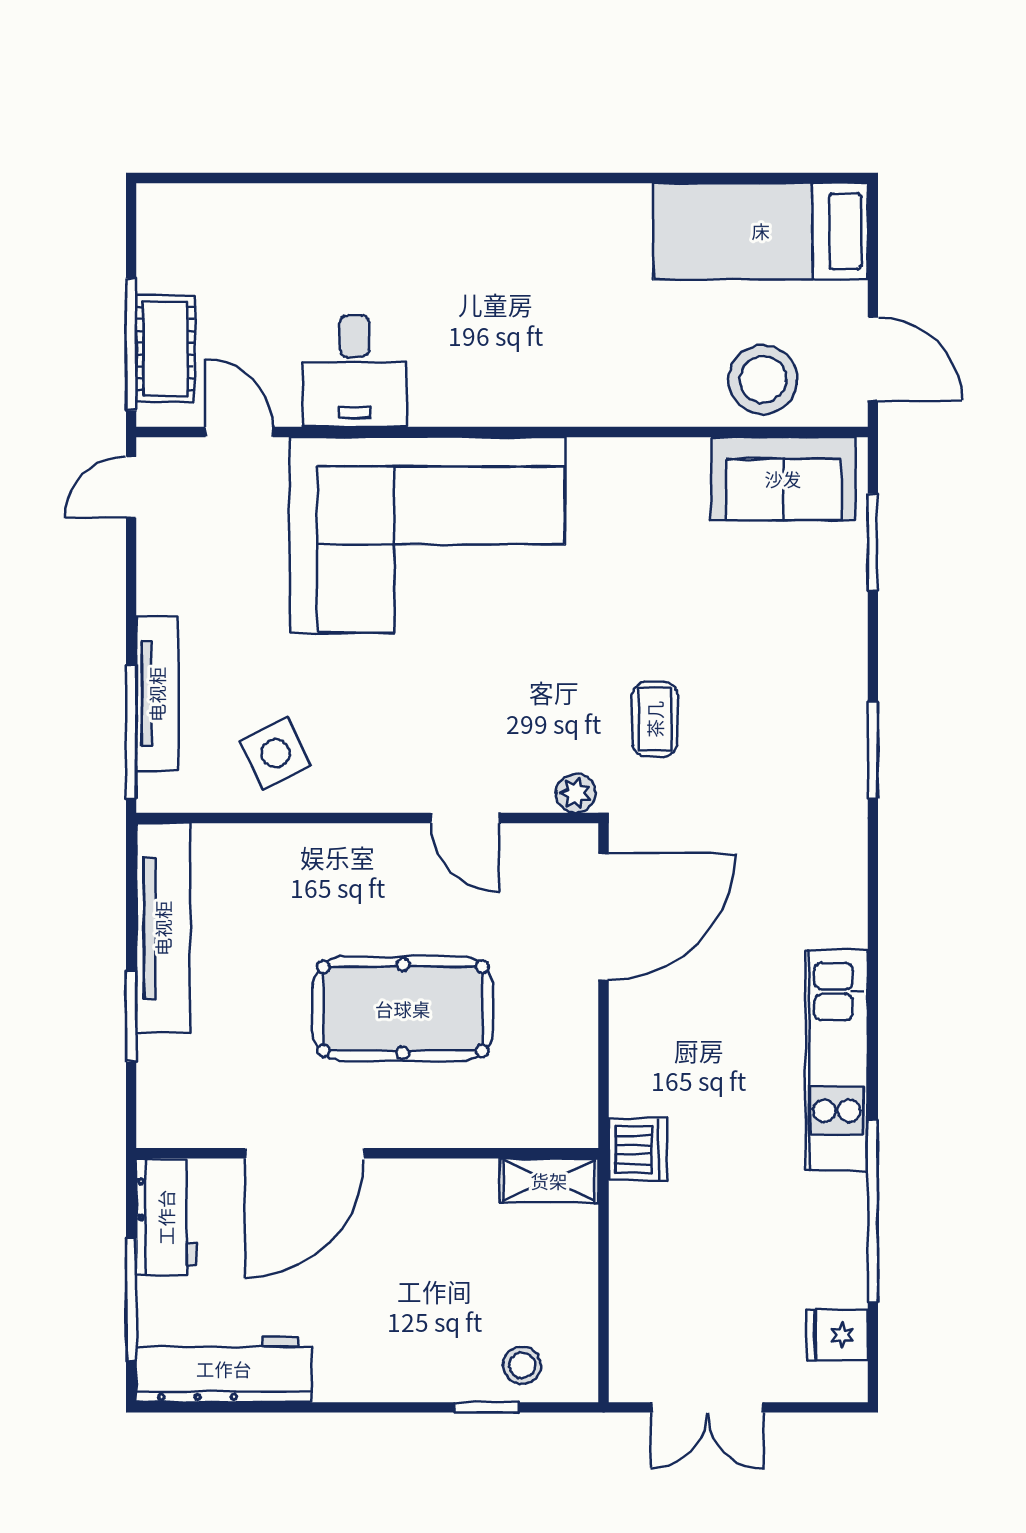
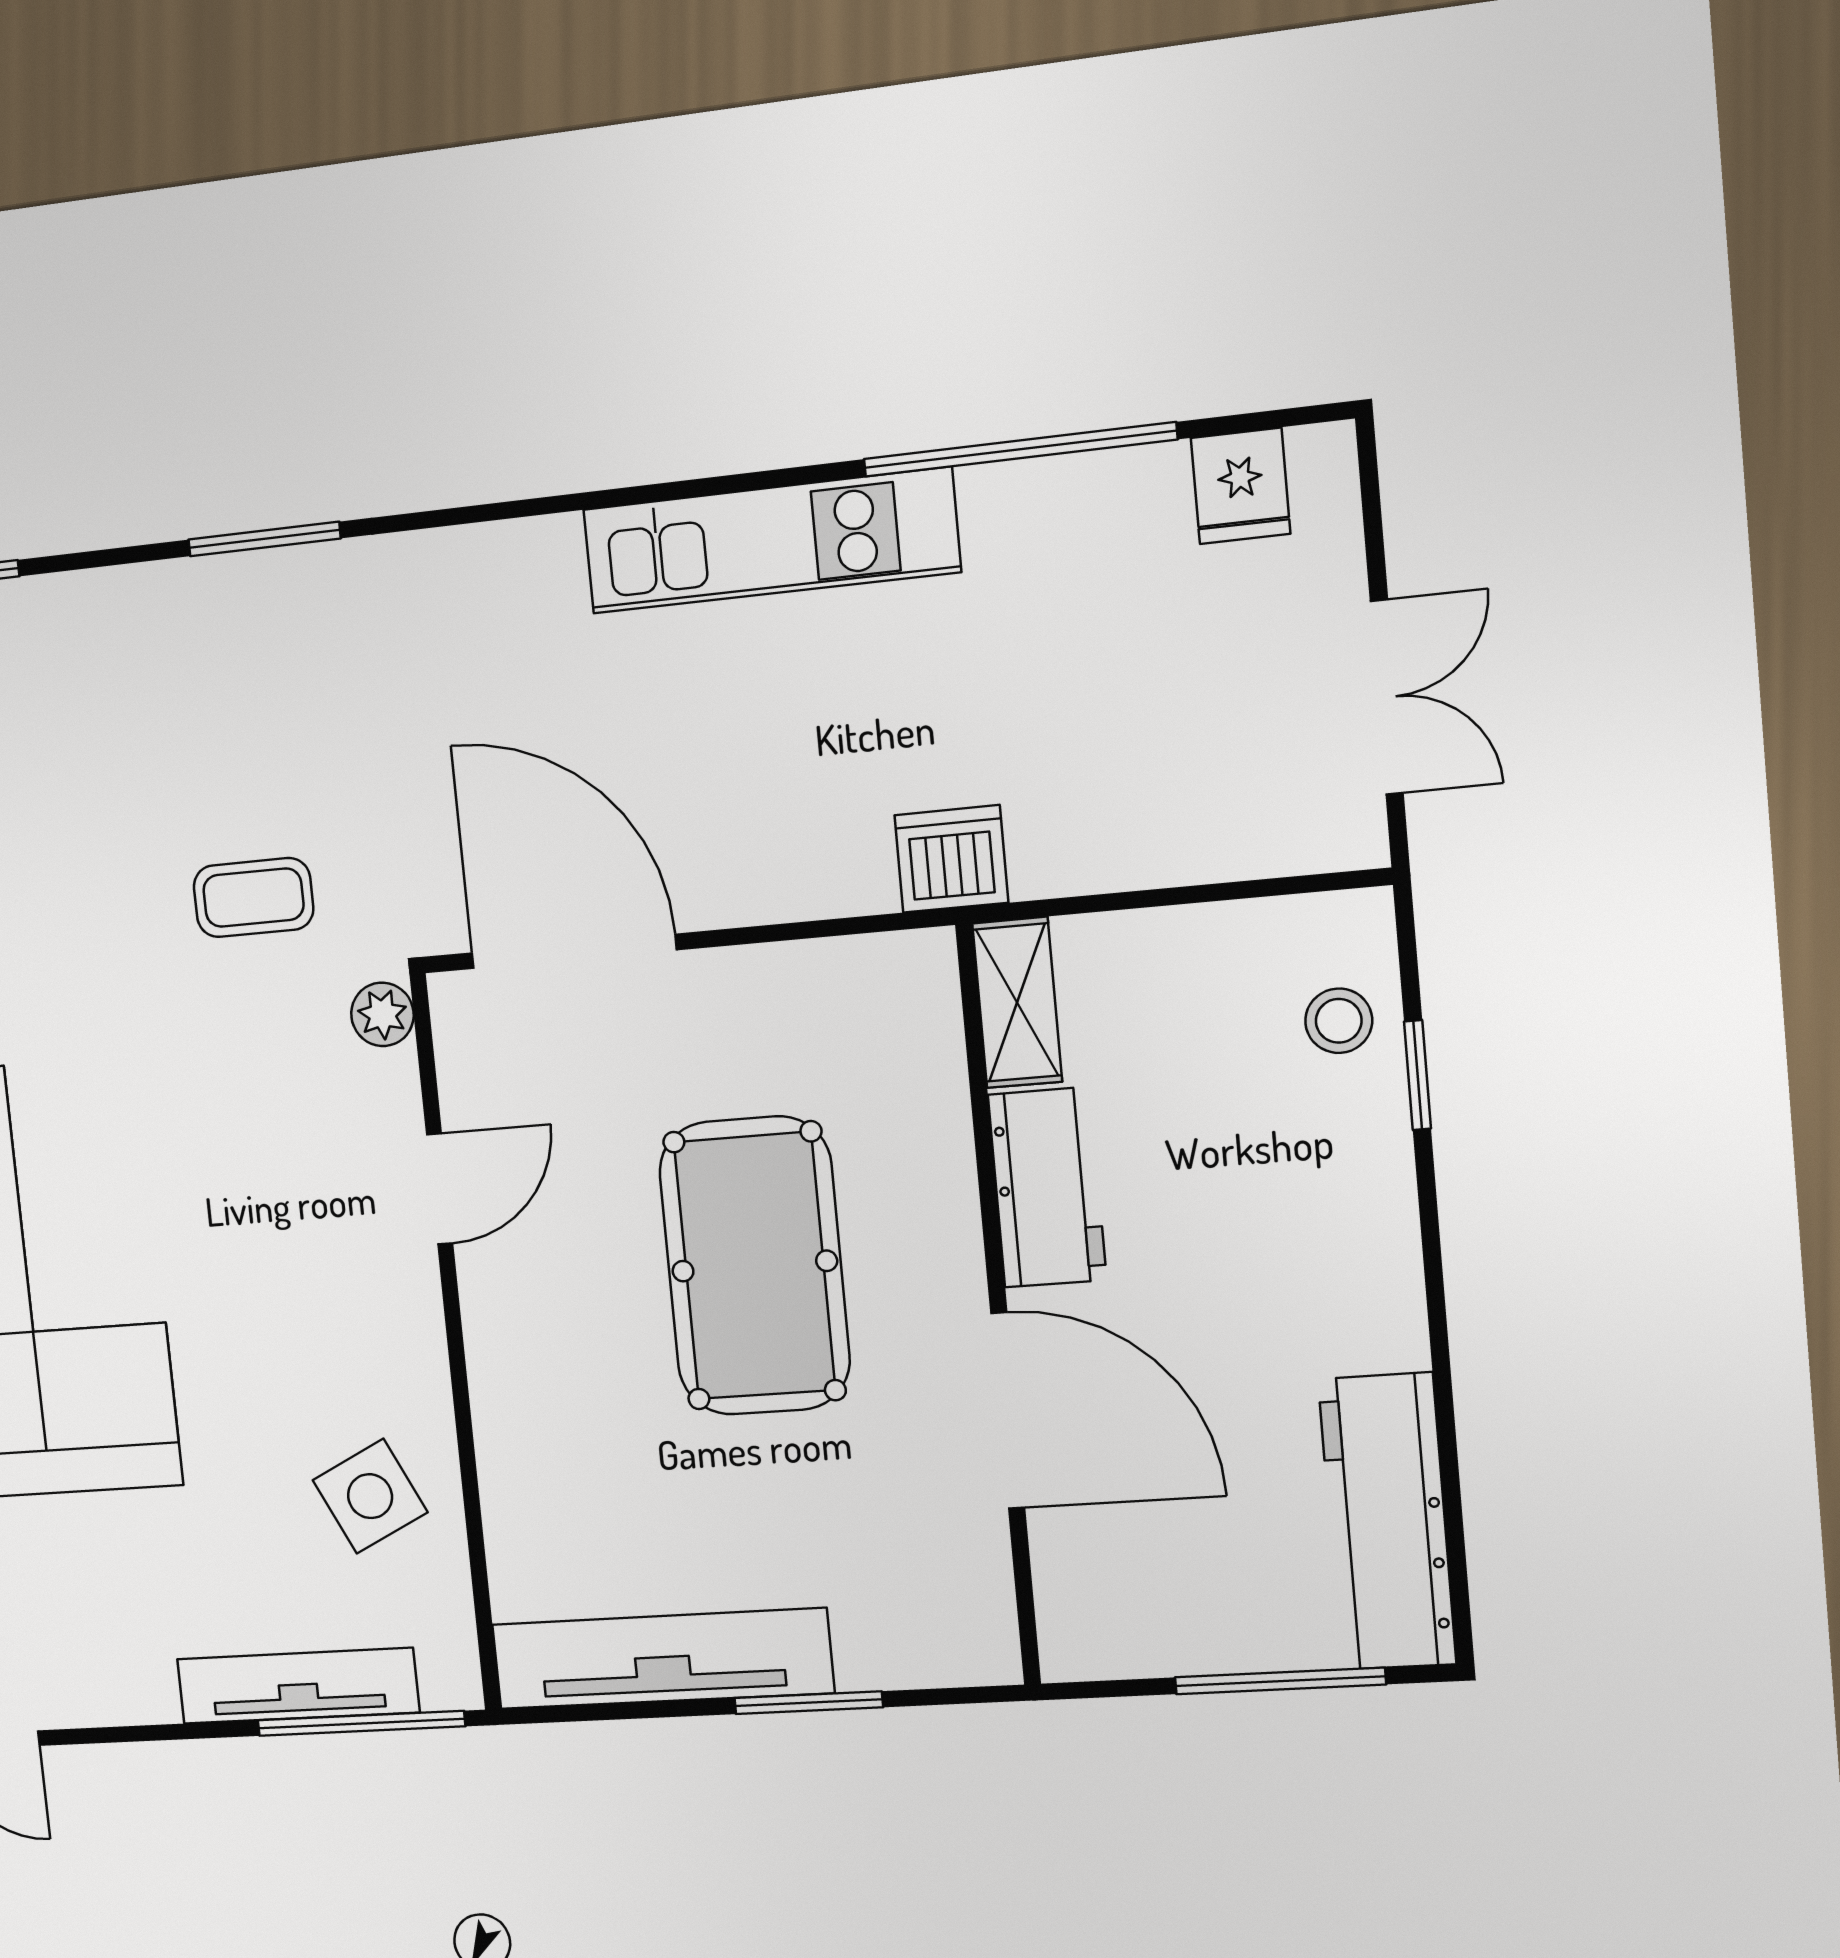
workbench: (166, 1217) -> (1047, 1187), moved, turned 90

